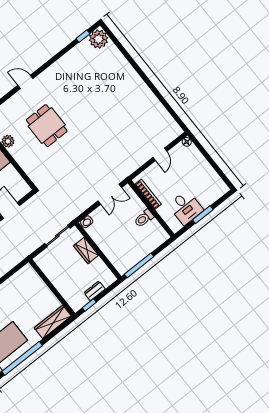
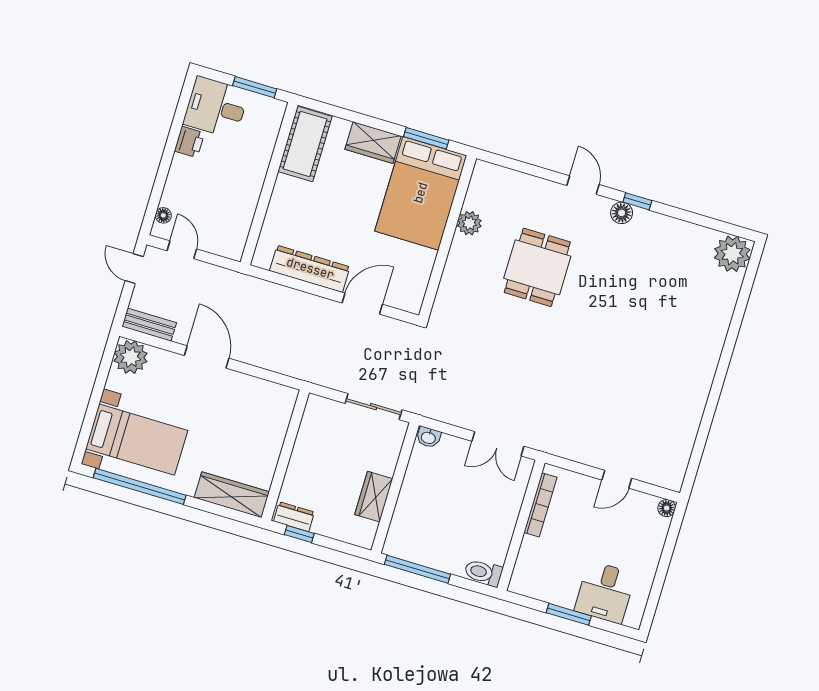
window: (83, 36) -> (637, 201), moved
floor lamp: (49, 74) -> (622, 213), added
desk: (186, 208) -> (605, 592), moved
toilet: (144, 218) -> (483, 573), moved
wardrobe: (86, 250) -> (374, 497), moved
dresser: (95, 291) -> (294, 517), moved

